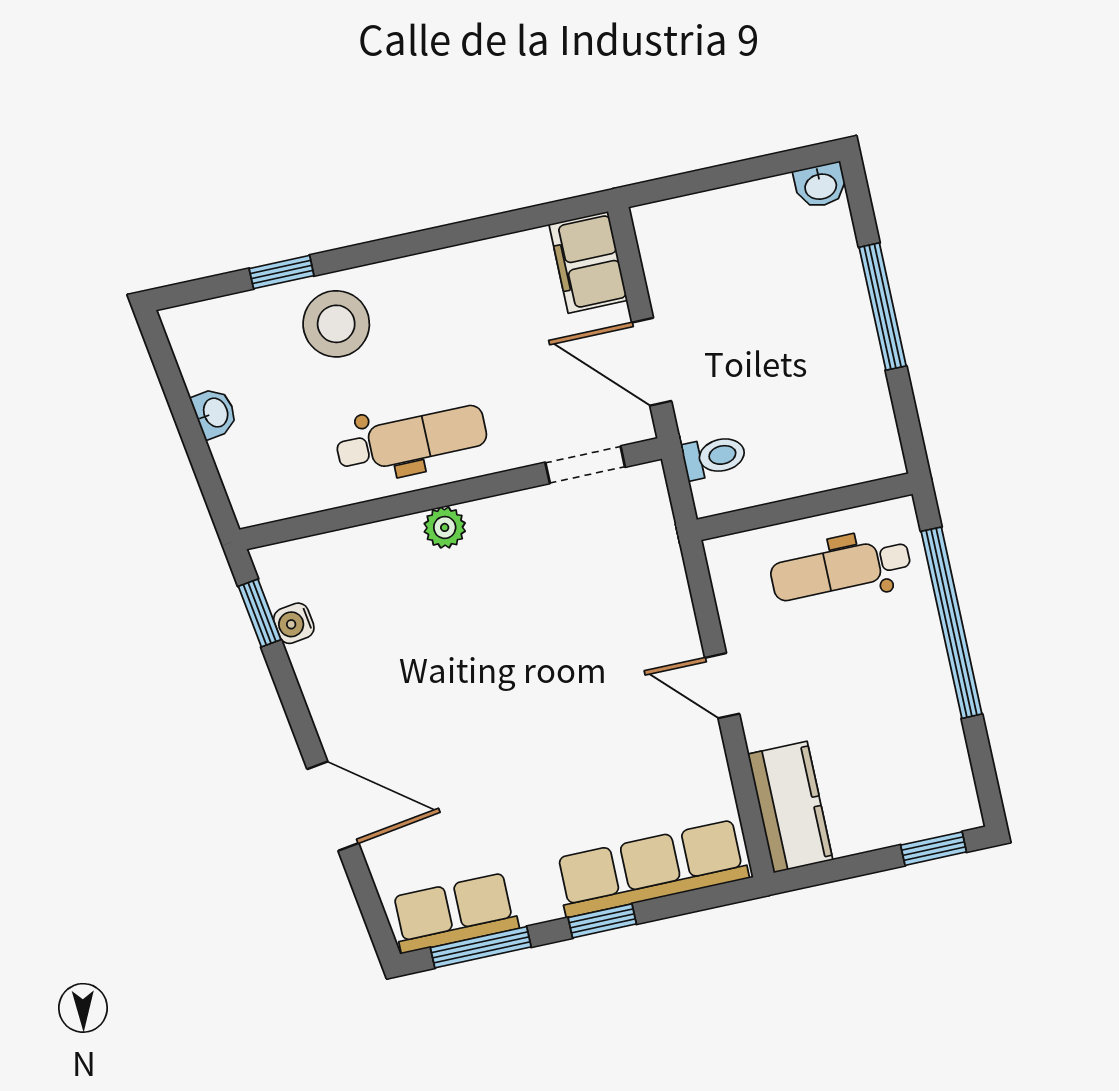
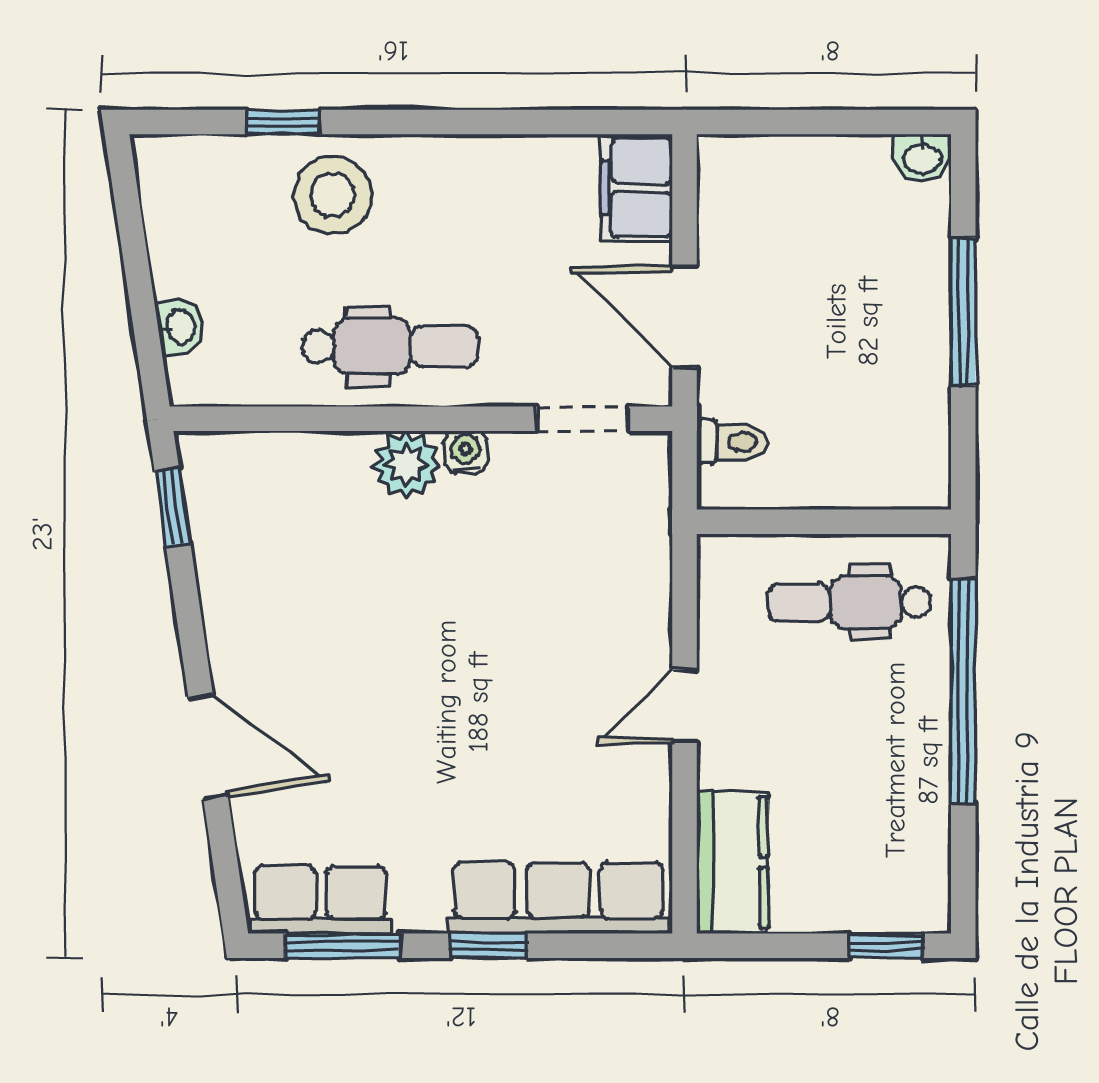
washbasin: (215, 413) -> (180, 327), moved
plant: (445, 527) -> (406, 465), width x1.38, depth x1.38
water cooler: (294, 623) -> (466, 452), moved, turned 98
door: (722, 686) -> (685, 706), hinge flipped

